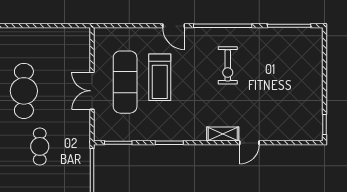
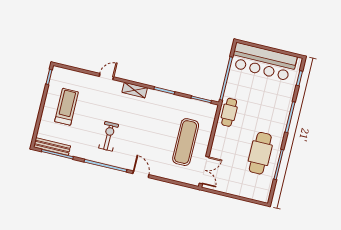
bench: (299, 34) -> (52, 146), added
treadmill: (160, 77) -> (67, 107), moved
double door: (92, 91) -> (204, 170), moved
shelving: (223, 134) -> (135, 90), moved
cafe table: (40, 146) -> (229, 112), moved

